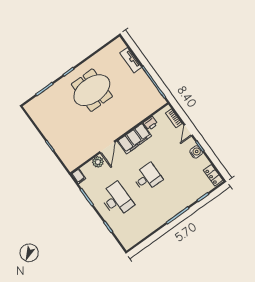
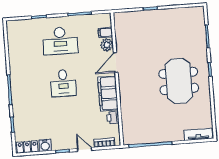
tv unit: (131, 60) -> (198, 134), moved
door: (107, 147) -> (116, 62), hinge flipped
water cooler: (196, 152) -> (45, 145), moved
filing cabinet: (79, 176) -> (105, 33), moved

